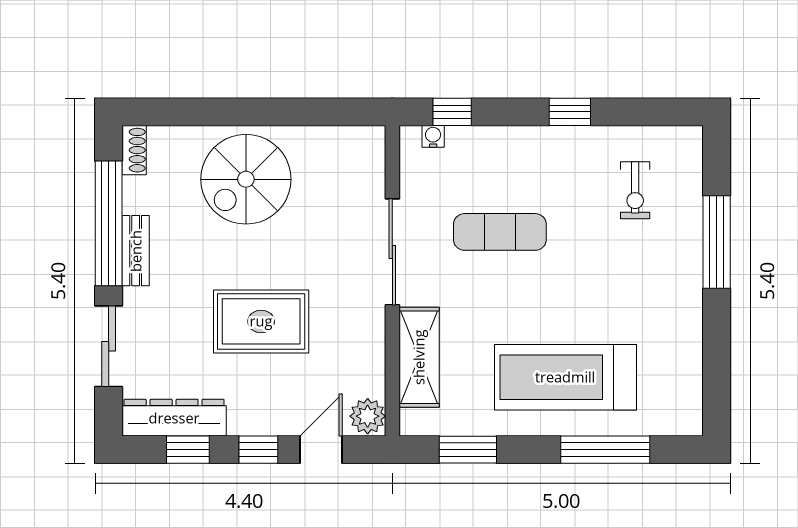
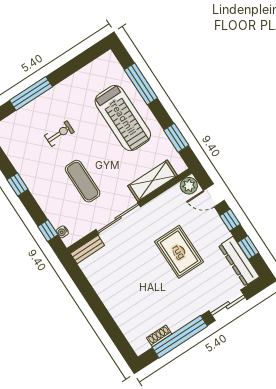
shoe rack: (134, 150) -> (159, 336), moved
spiral stairs: (246, 179) -> (127, 294), removed
exercise bike: (635, 190) -> (59, 134), moved
bench: (136, 251) -> (87, 250), moved

